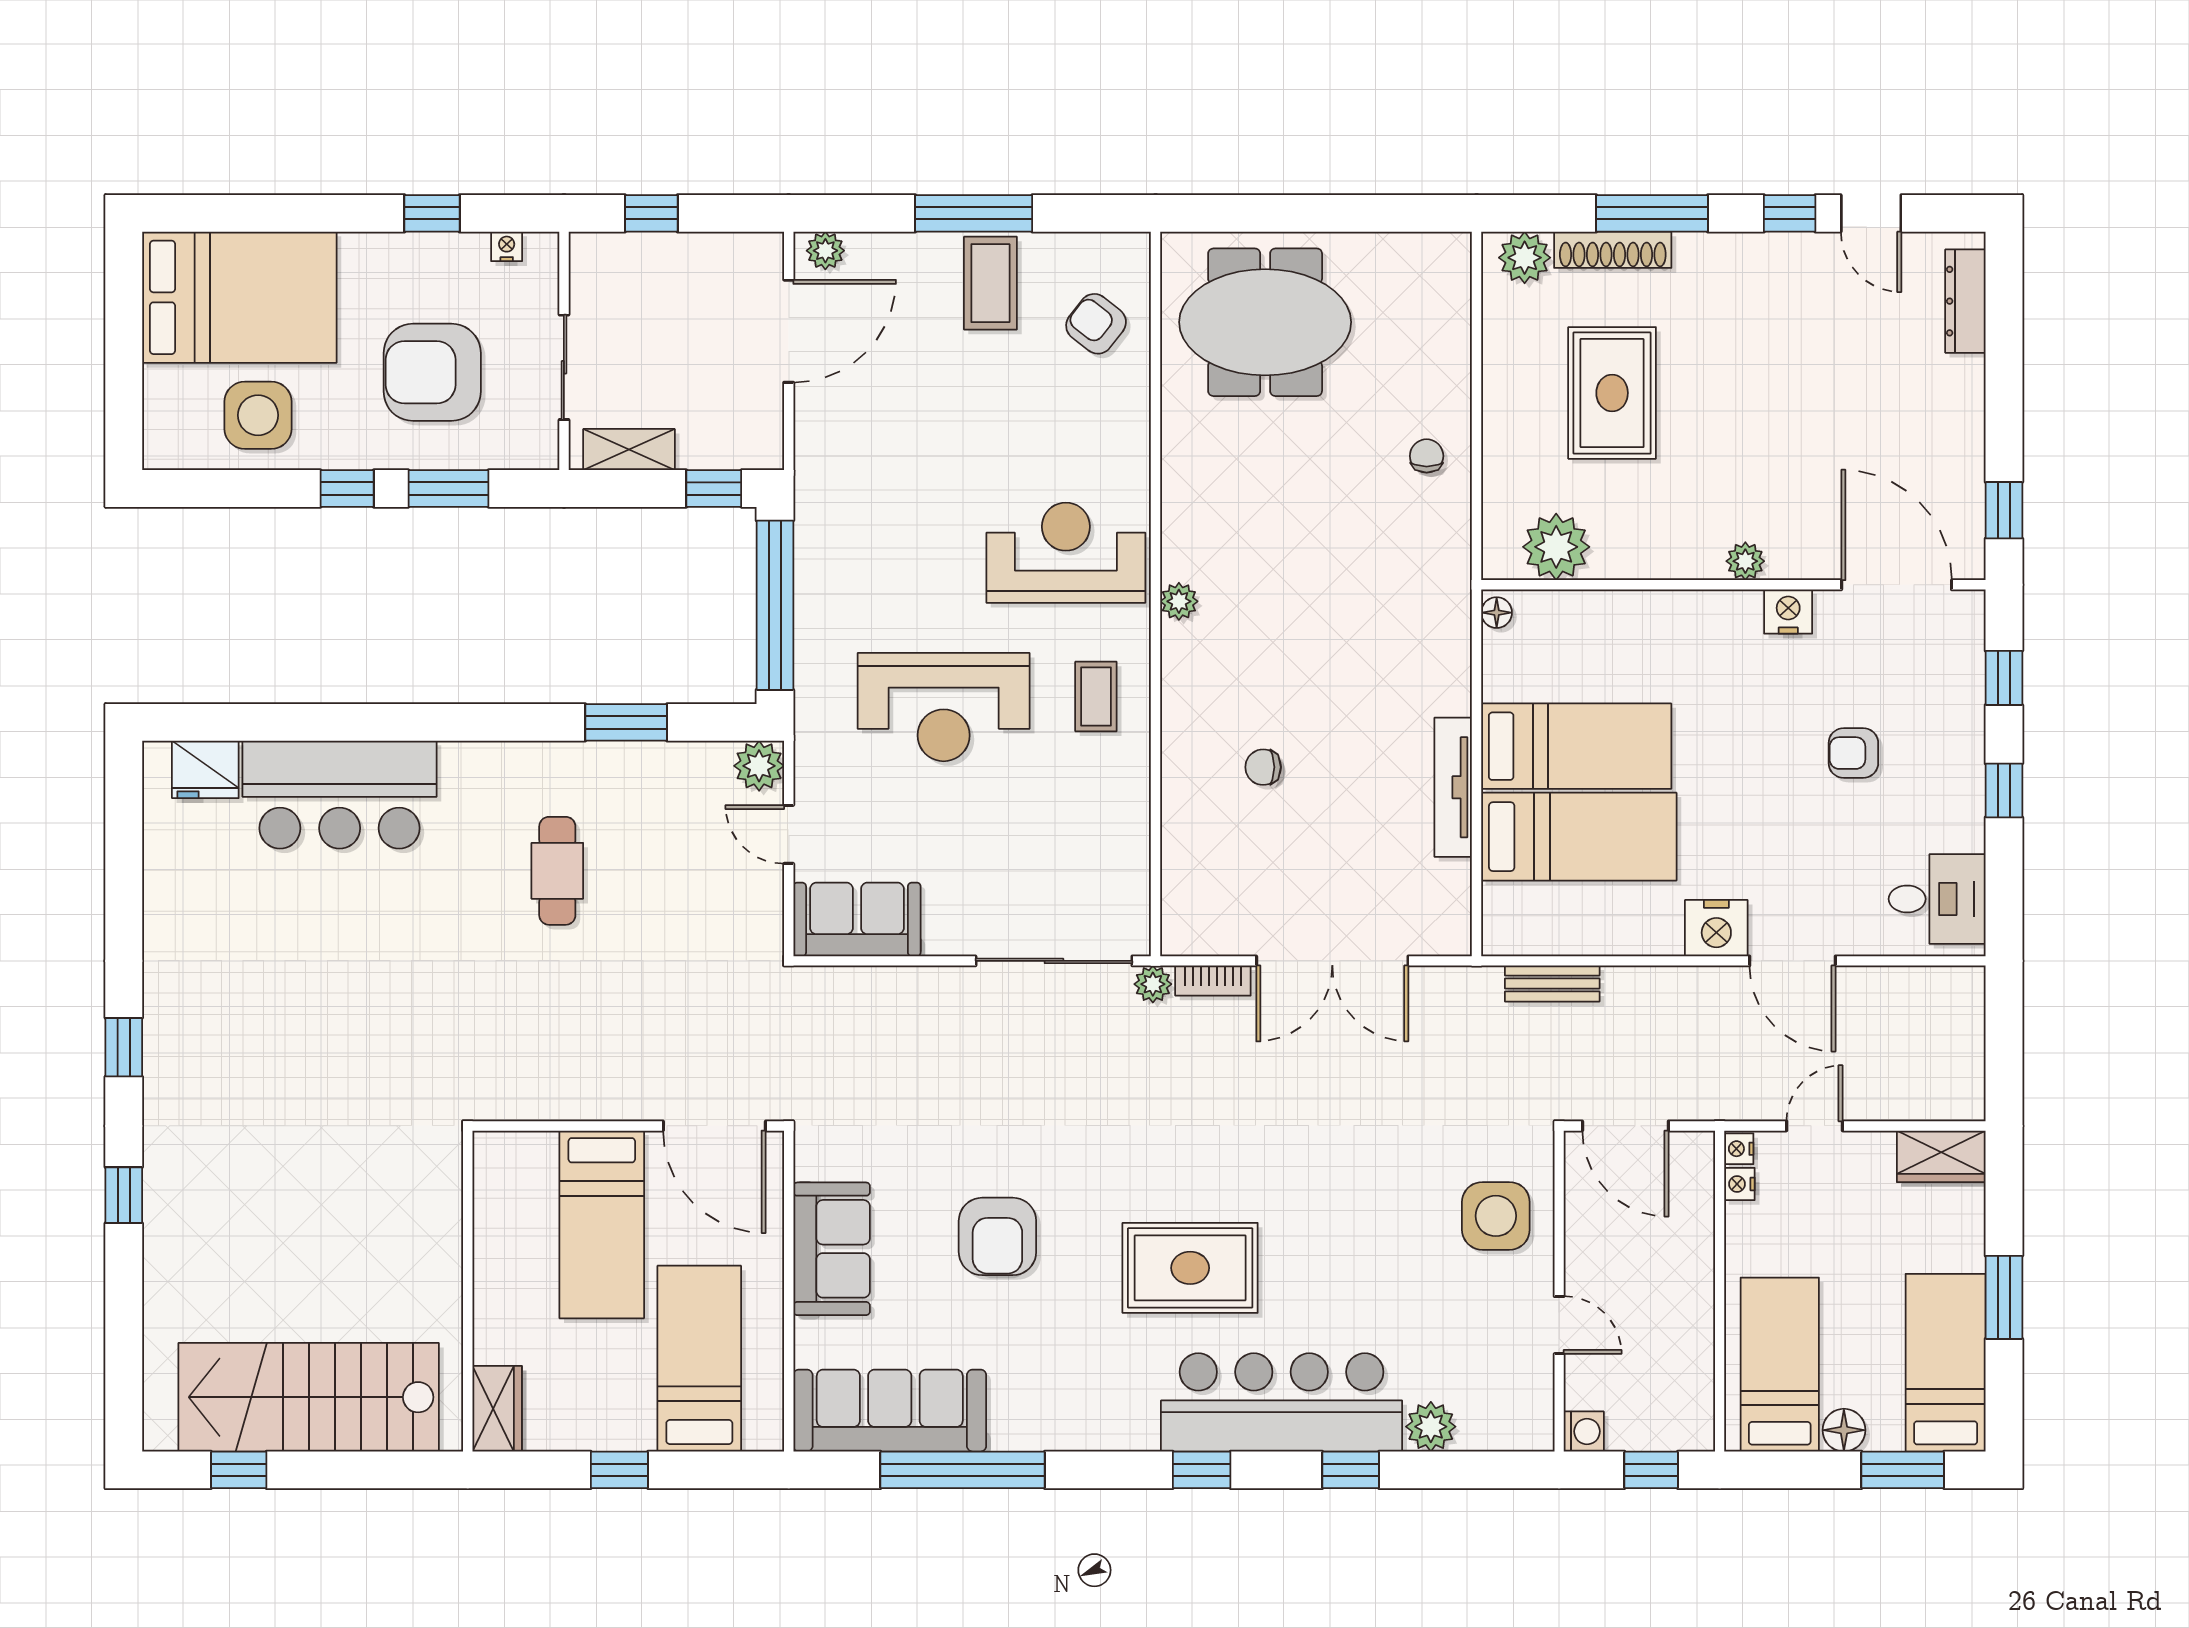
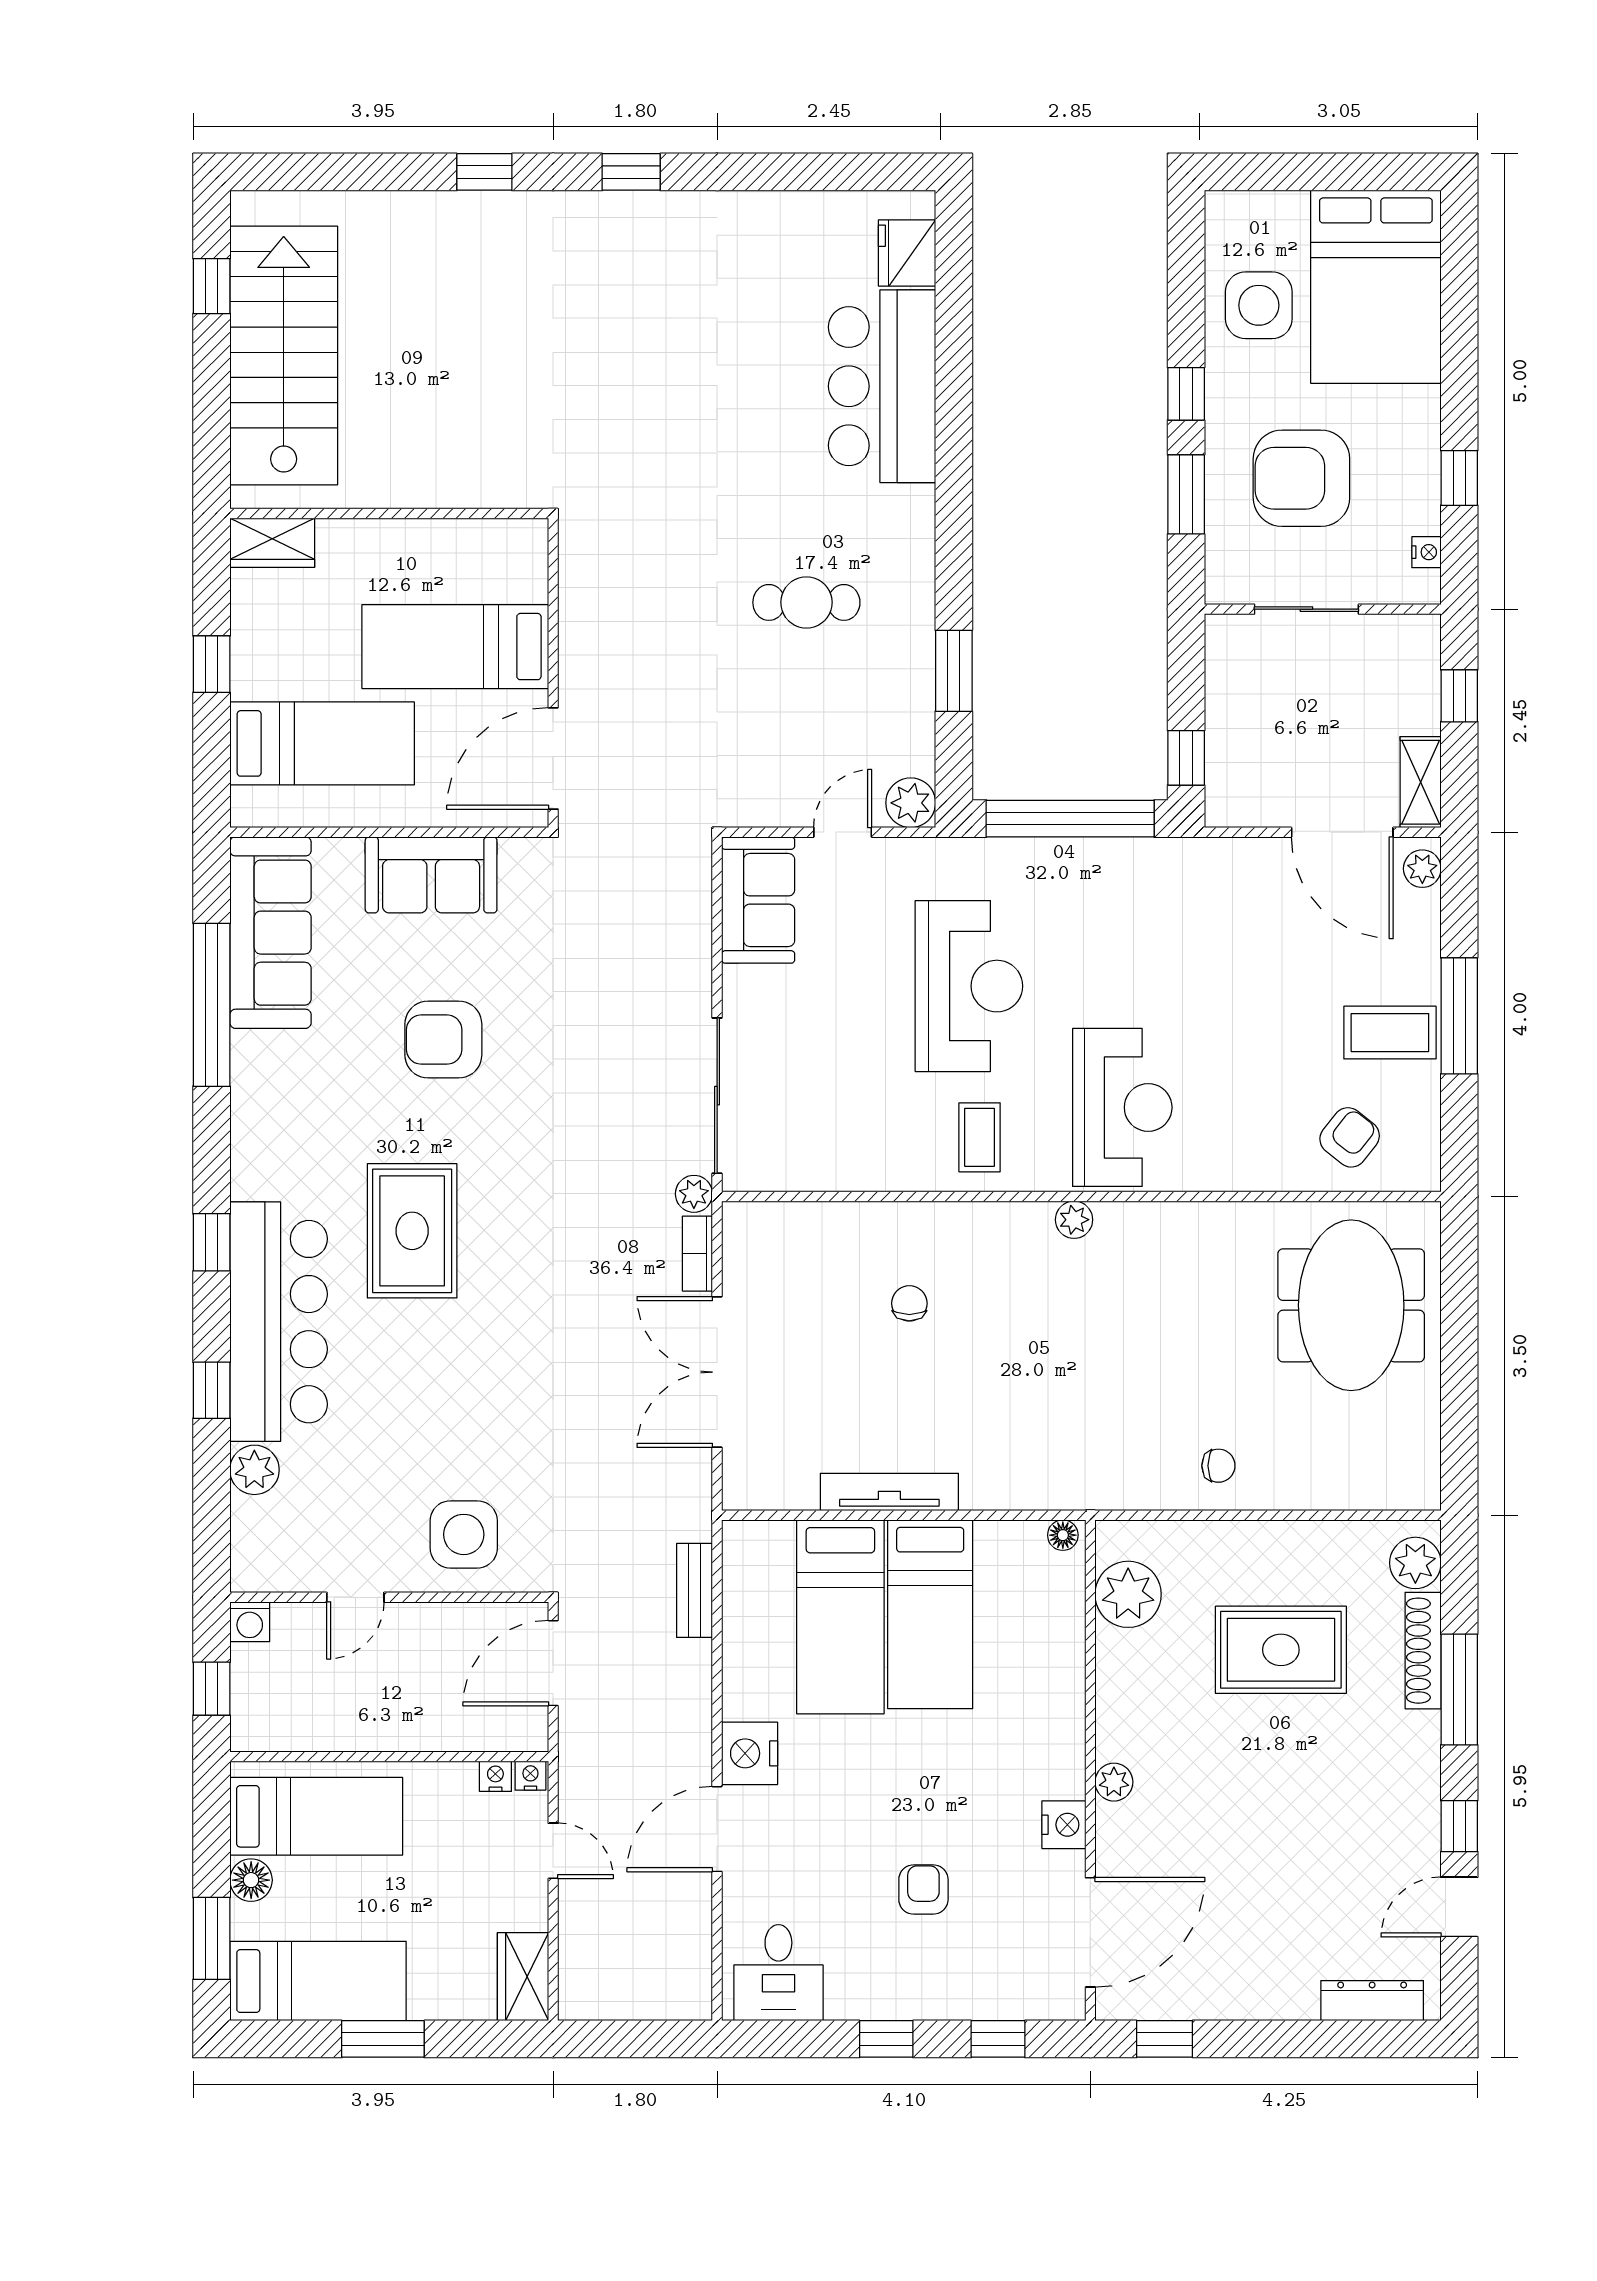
armchair: (432, 372) -> (1301, 478), turned -90
shelving: (629, 450) -> (1421, 782), moved
coffee table: (1096, 696) -> (980, 1137), turned 90
reception desk: (944, 707) -> (969, 986), turned 180

